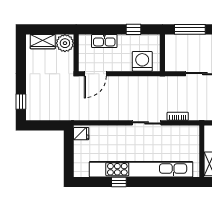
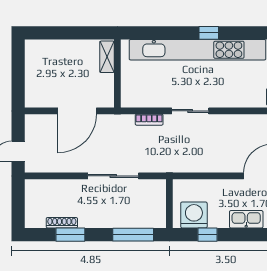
washing machine: (142, 61) -> (194, 215), moved, turned 180
window: (119, 182) -> (209, 33), moved

